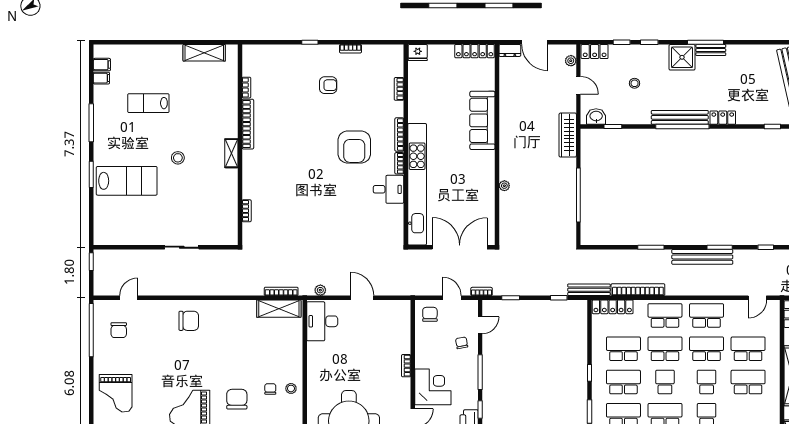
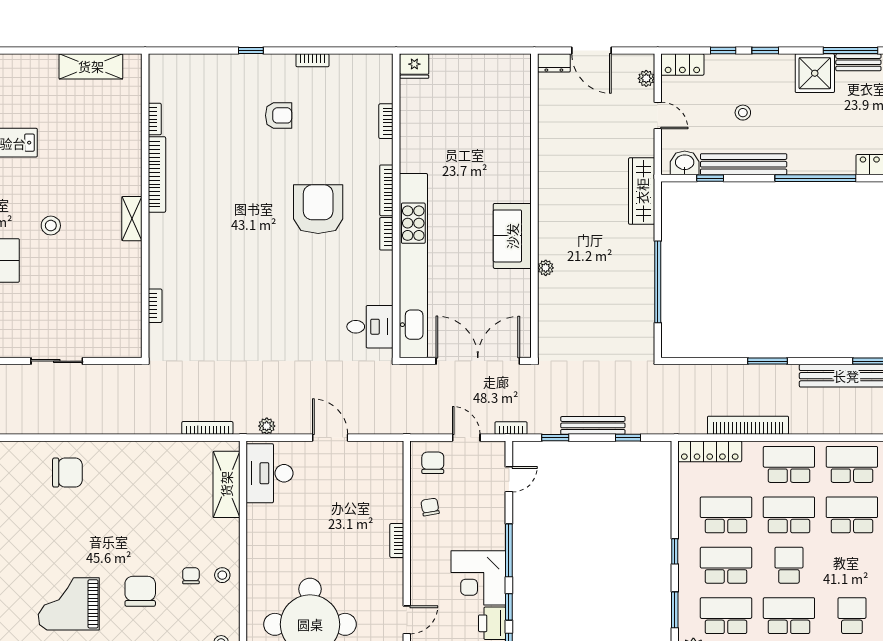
locker: (475, 51) -> (500, 64), removed
bench: (680, 117) -> (744, 164), moved
sofa: (482, 120) -> (512, 236), moved, width x0.73
armchair: (354, 147) -> (318, 209), turned 180
desk: (388, 189) -> (370, 327), moved
bench: (589, 290) -> (593, 425), moved
shelving: (279, 309) -> (226, 484), moved, turned 90
chair: (462, 343) -> (430, 507), moved
school desk: (707, 382) -> (852, 565), removed
corner desk: (433, 387) -> (478, 578), moved, turned 180

